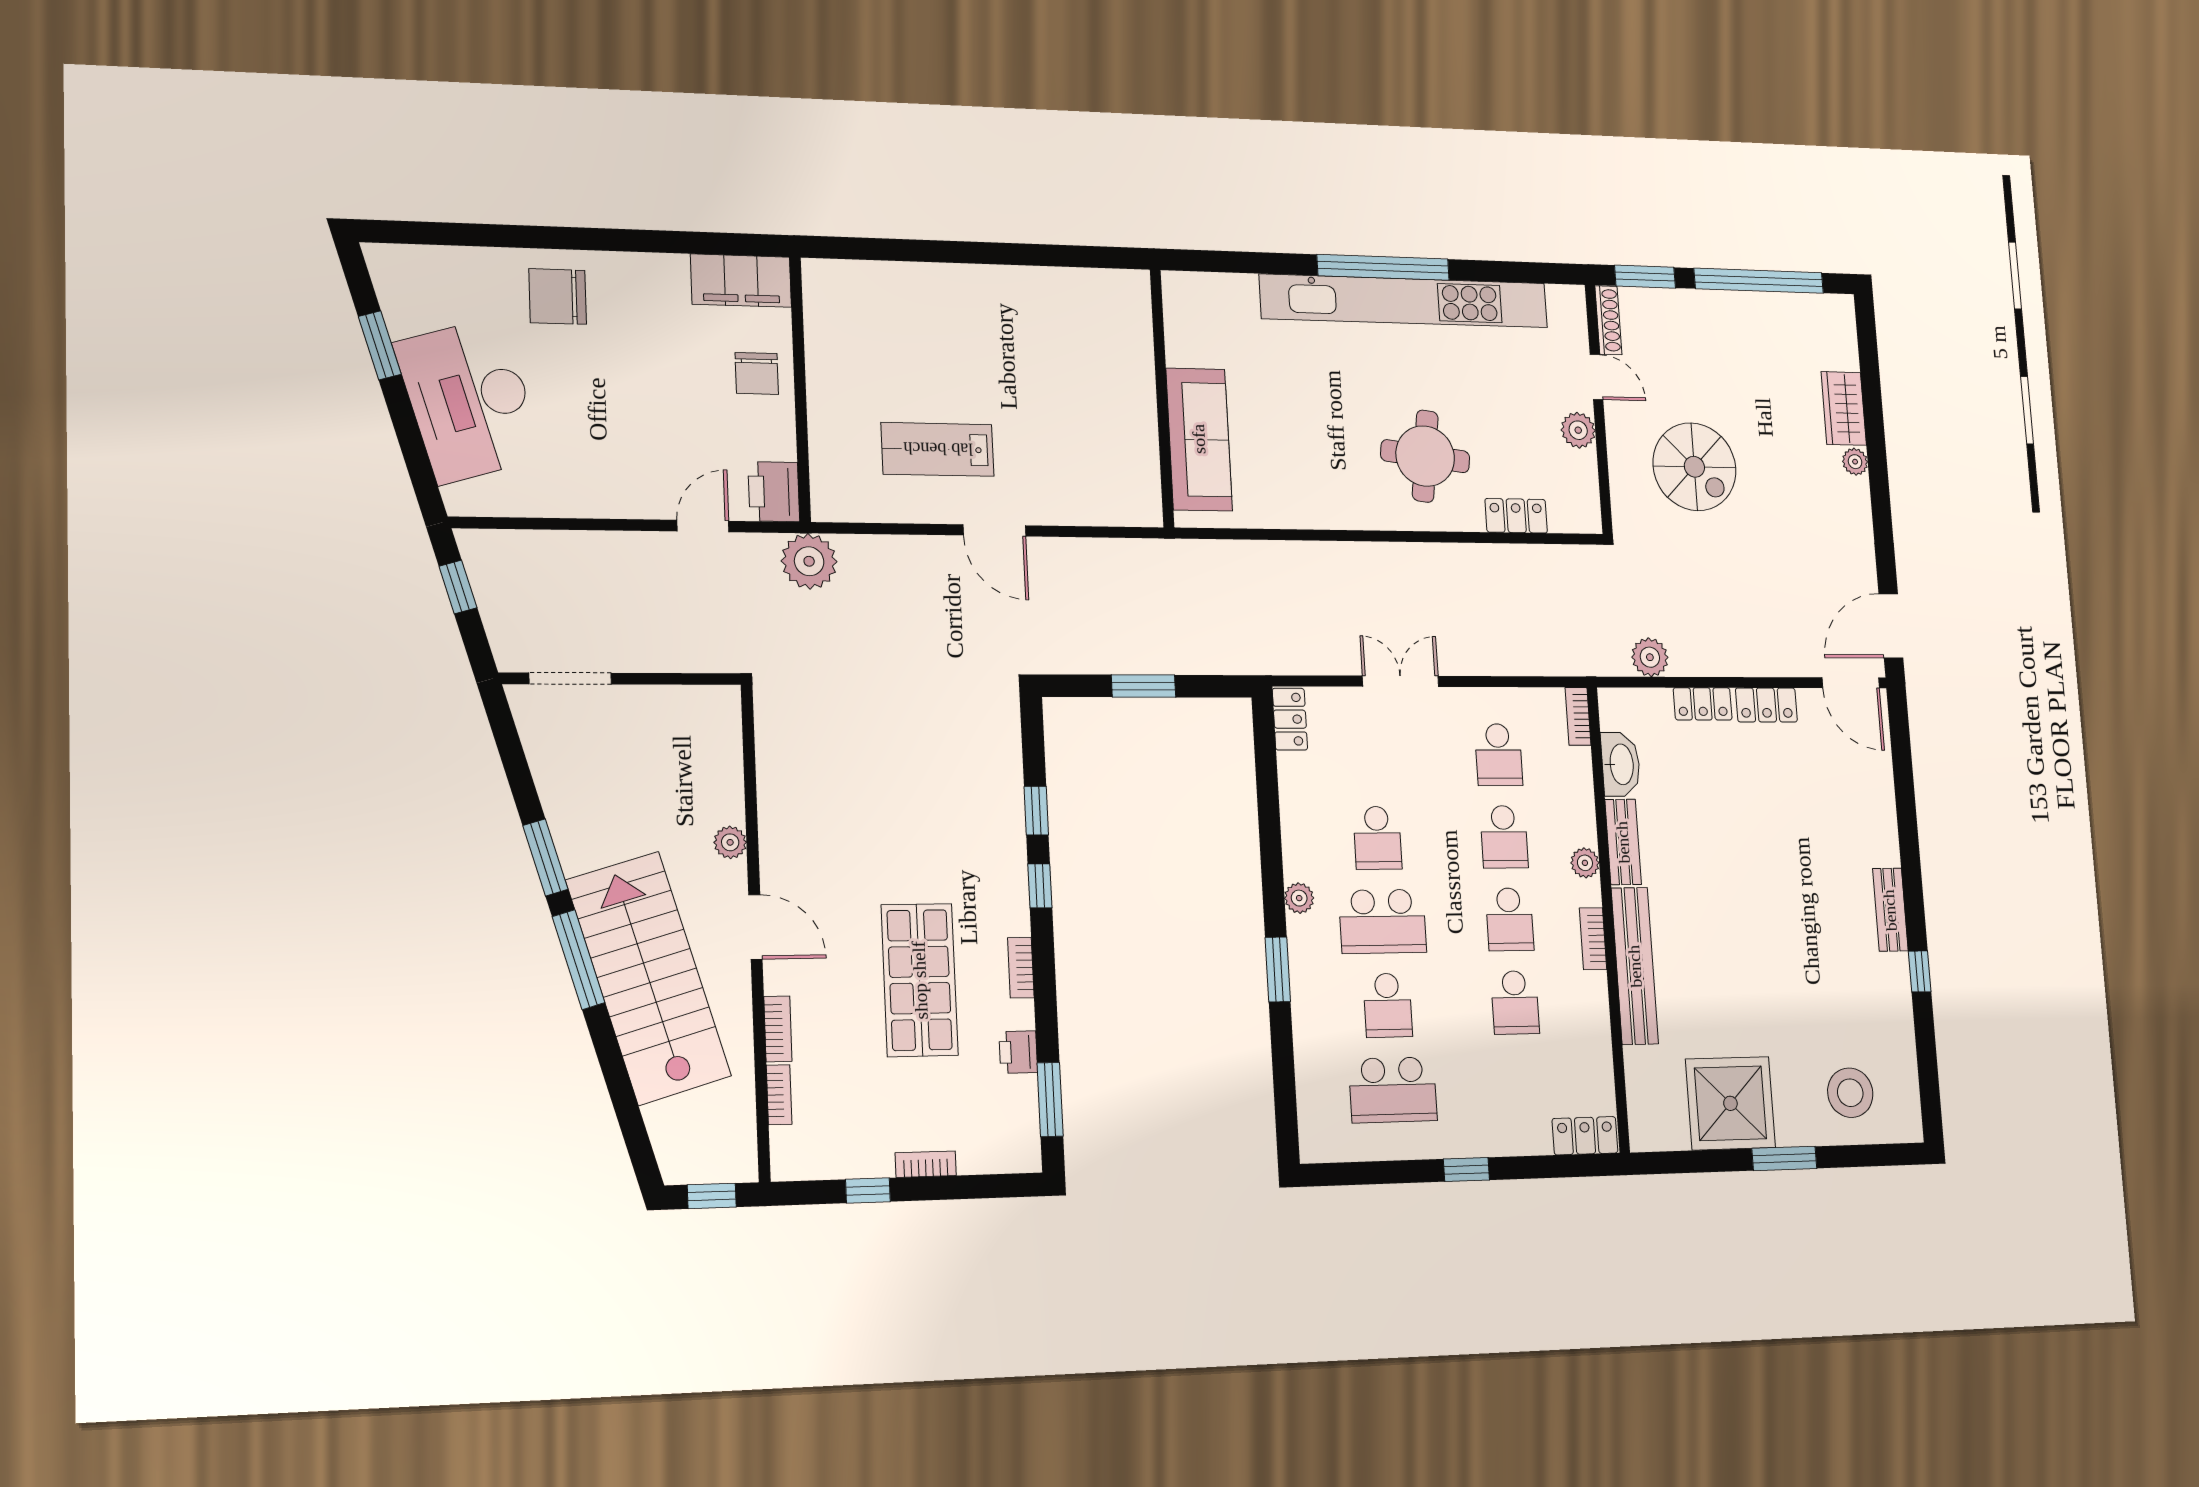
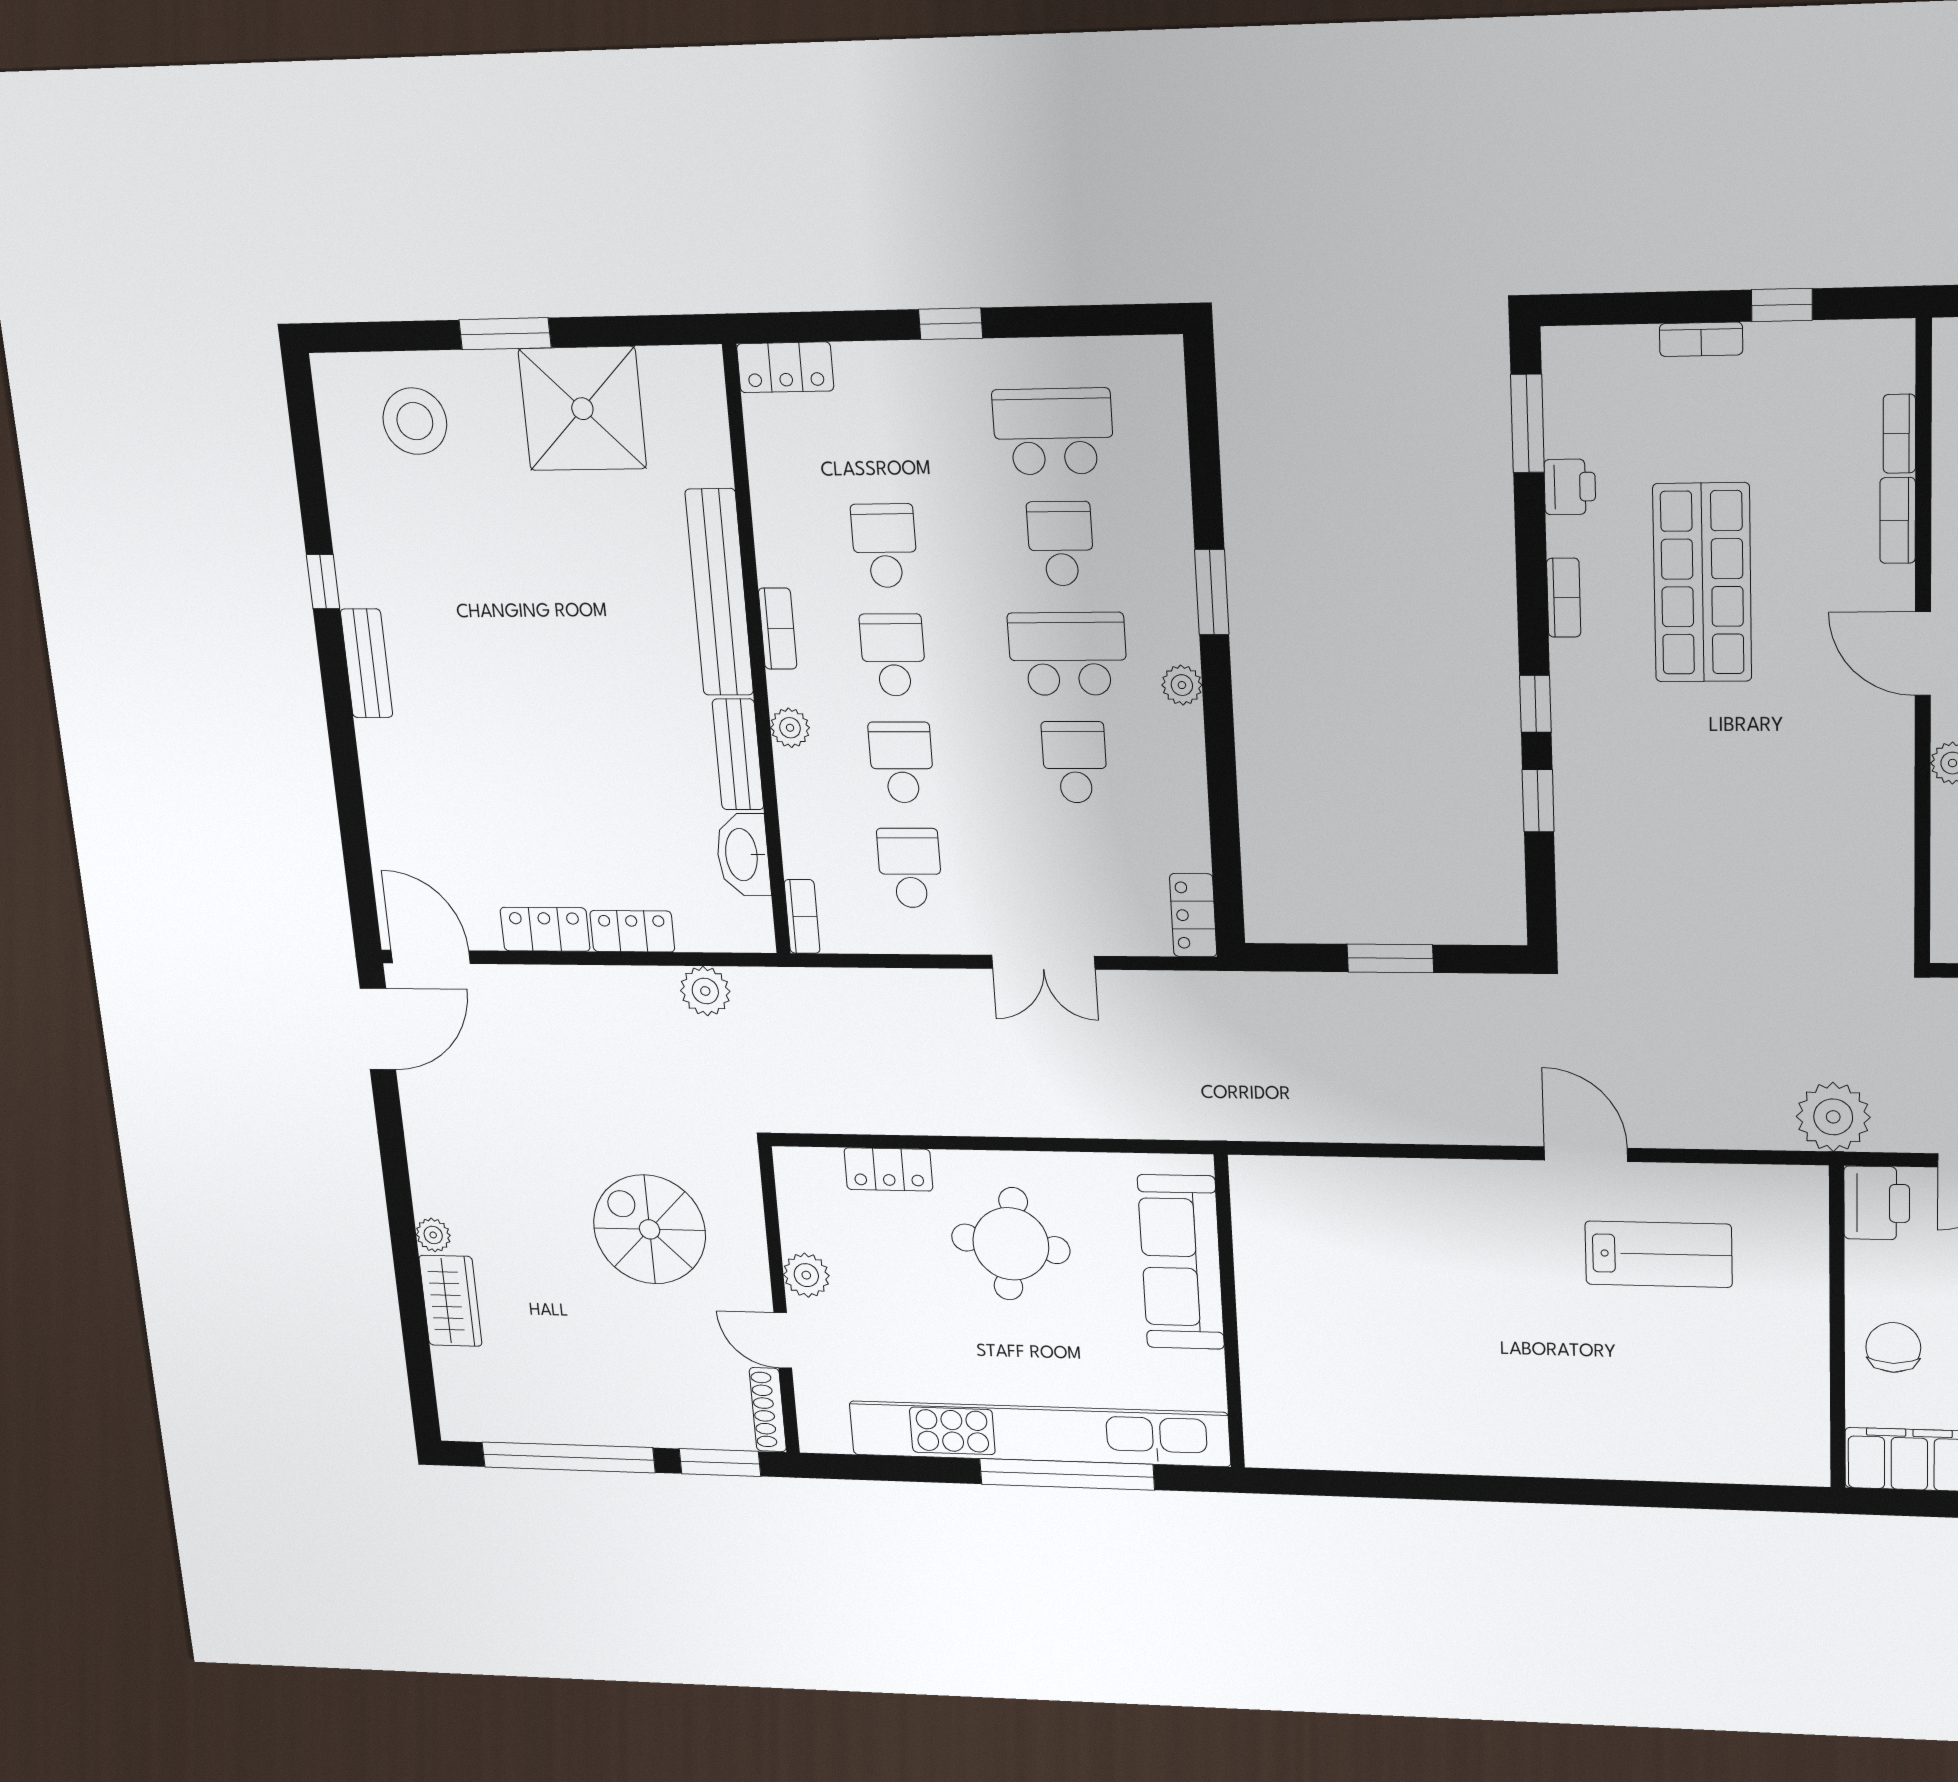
wall: (1162, 398) -> (1229, 1313), moved
sofa: (1199, 439) -> (1181, 1262), moved

